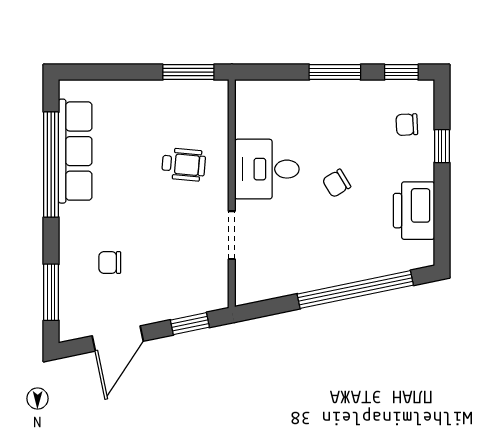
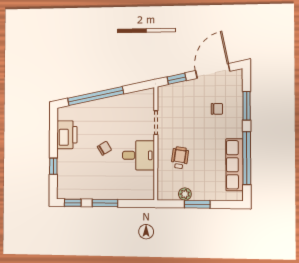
window: (188, 72) -> (197, 204), moved
plant: (173, 92) -> (185, 194), added
chair: (407, 125) -> (70, 177), removed
wheelchair: (184, 164) -> (180, 158), turned 93
window: (51, 292) -> (247, 106), moved
door: (118, 339) -> (213, 71), width x1.36

